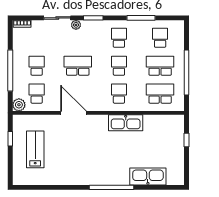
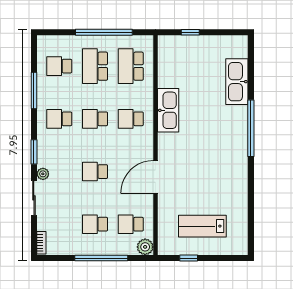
school desk: (78, 66) -> (95, 172), width x0.54

